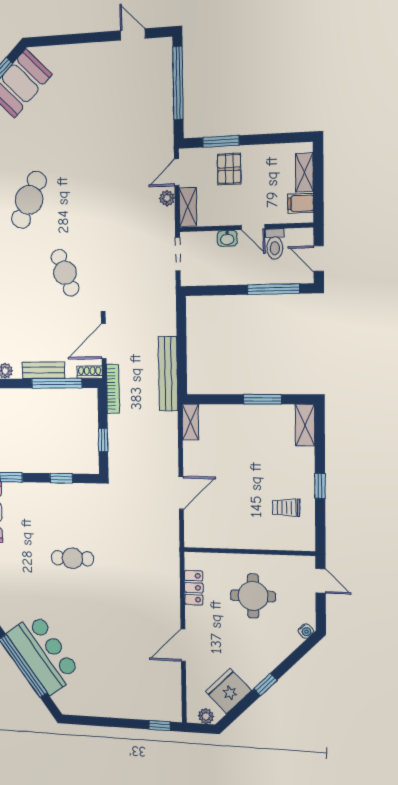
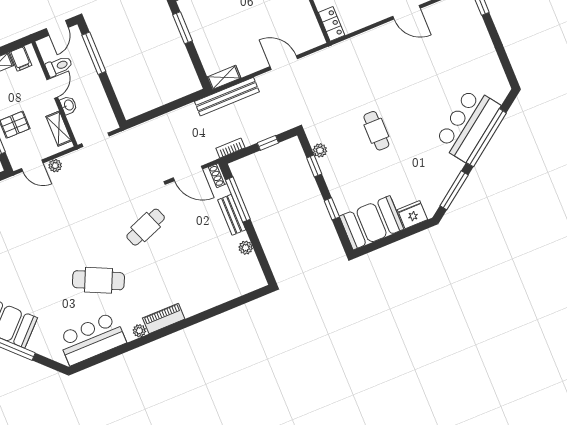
shelving: (188, 207) -> (59, 129), moved, turned 90
bench: (168, 374) -> (227, 97), moved
bookcase: (113, 389) -> (230, 148), width x0.64
plant: (75, 491) -> (320, 150), added
locker: (194, 588) -> (332, 24), moved, turned 90

